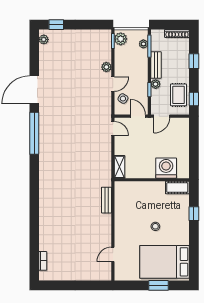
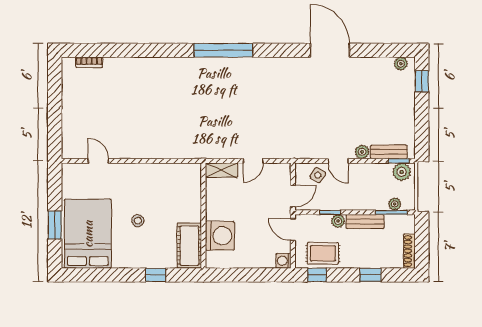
washing machine: (184, 123) -> (283, 261), added
door: (113, 129) -> (253, 161), moved
window: (34, 133) -> (223, 50), moved
cot: (177, 188) -> (189, 246), width x1.37, depth x1.34
bench: (106, 200) -> (389, 152), moved

